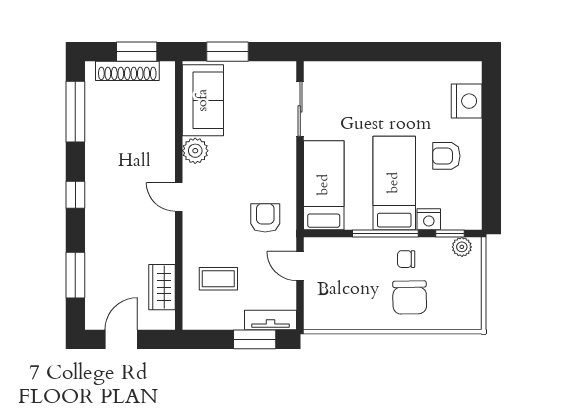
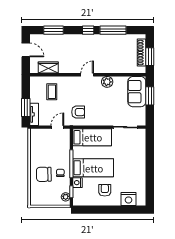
sofa: (203, 100) -> (137, 92), moved, turned 90
window: (75, 112) -> (113, 30), moved

